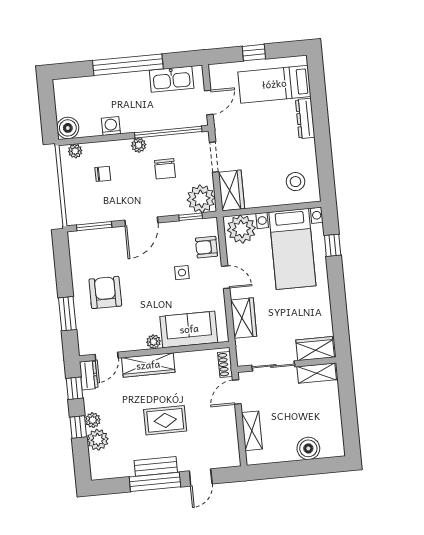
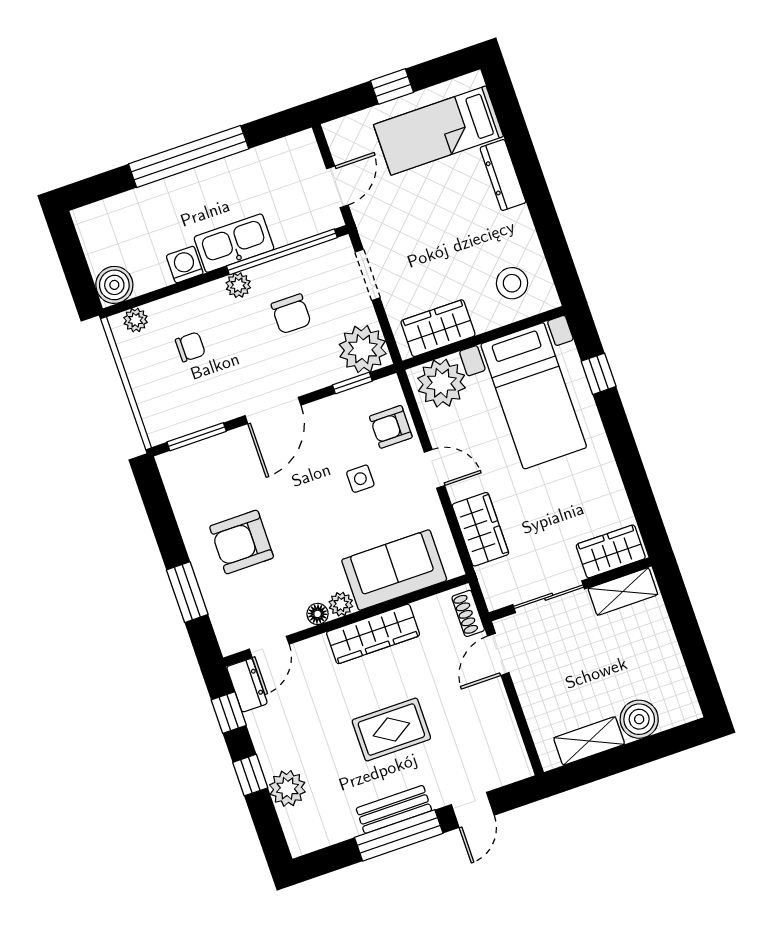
kitchen sink: (172, 79) -> (234, 243), moved, turned 180
wardrobe: (231, 190) -> (438, 328), moved, turned -90
armchair: (105, 292) -> (242, 542), turned -90
floor lamp: (139, 344) -> (318, 614), added
wardrobe: (148, 365) -> (373, 634), moved
plant: (93, 420) -> (272, 758), removed
shelving: (252, 431) -> (589, 741), moved, turned 90

